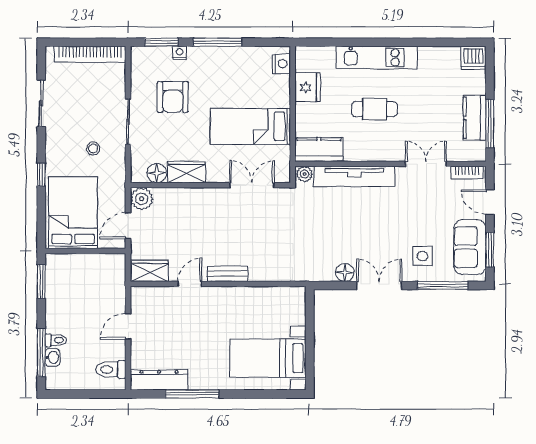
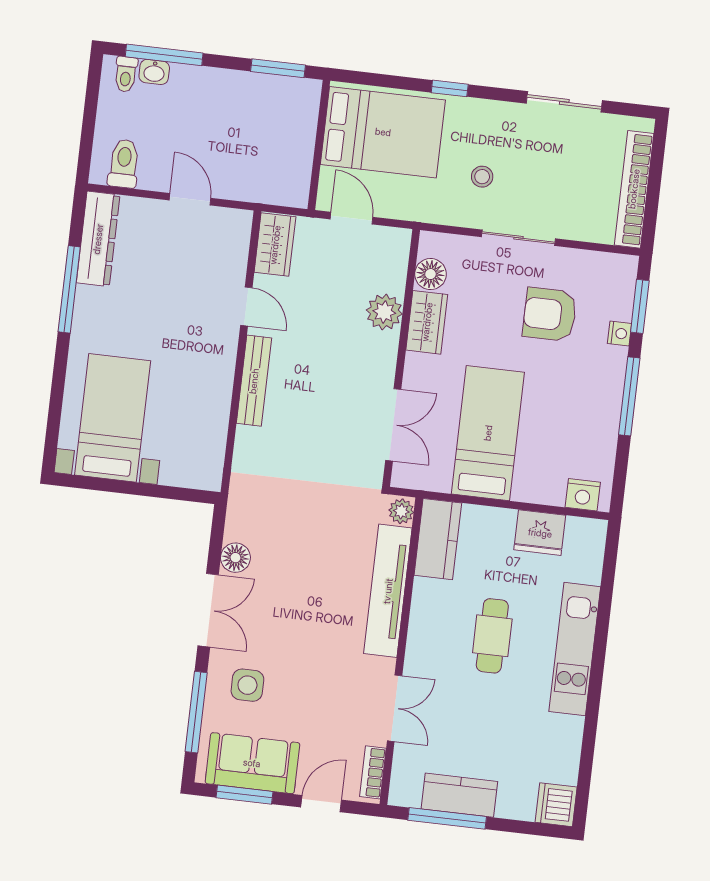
plant: (142, 199) -> (384, 312), moved
bench: (228, 274) -> (254, 381), width x1.36
toilet: (56, 340) -> (126, 74), moved

